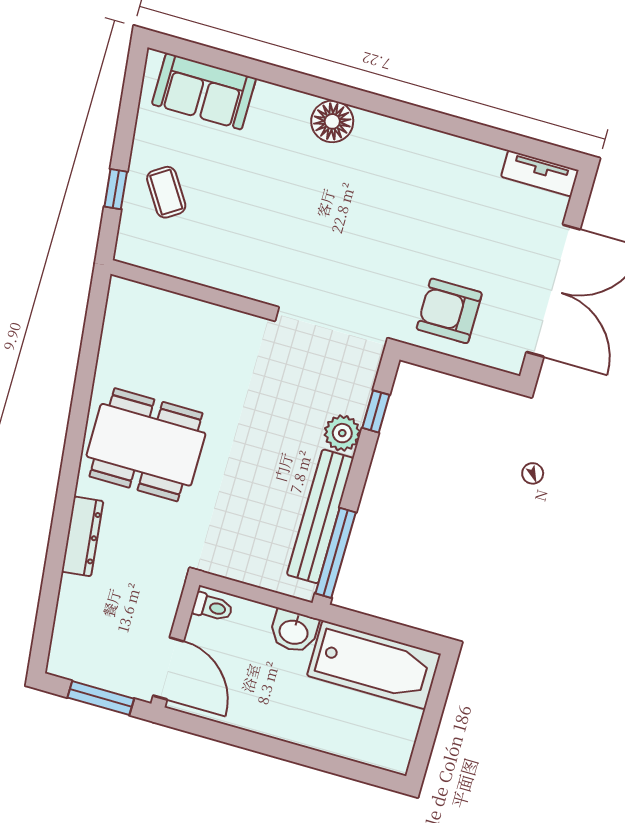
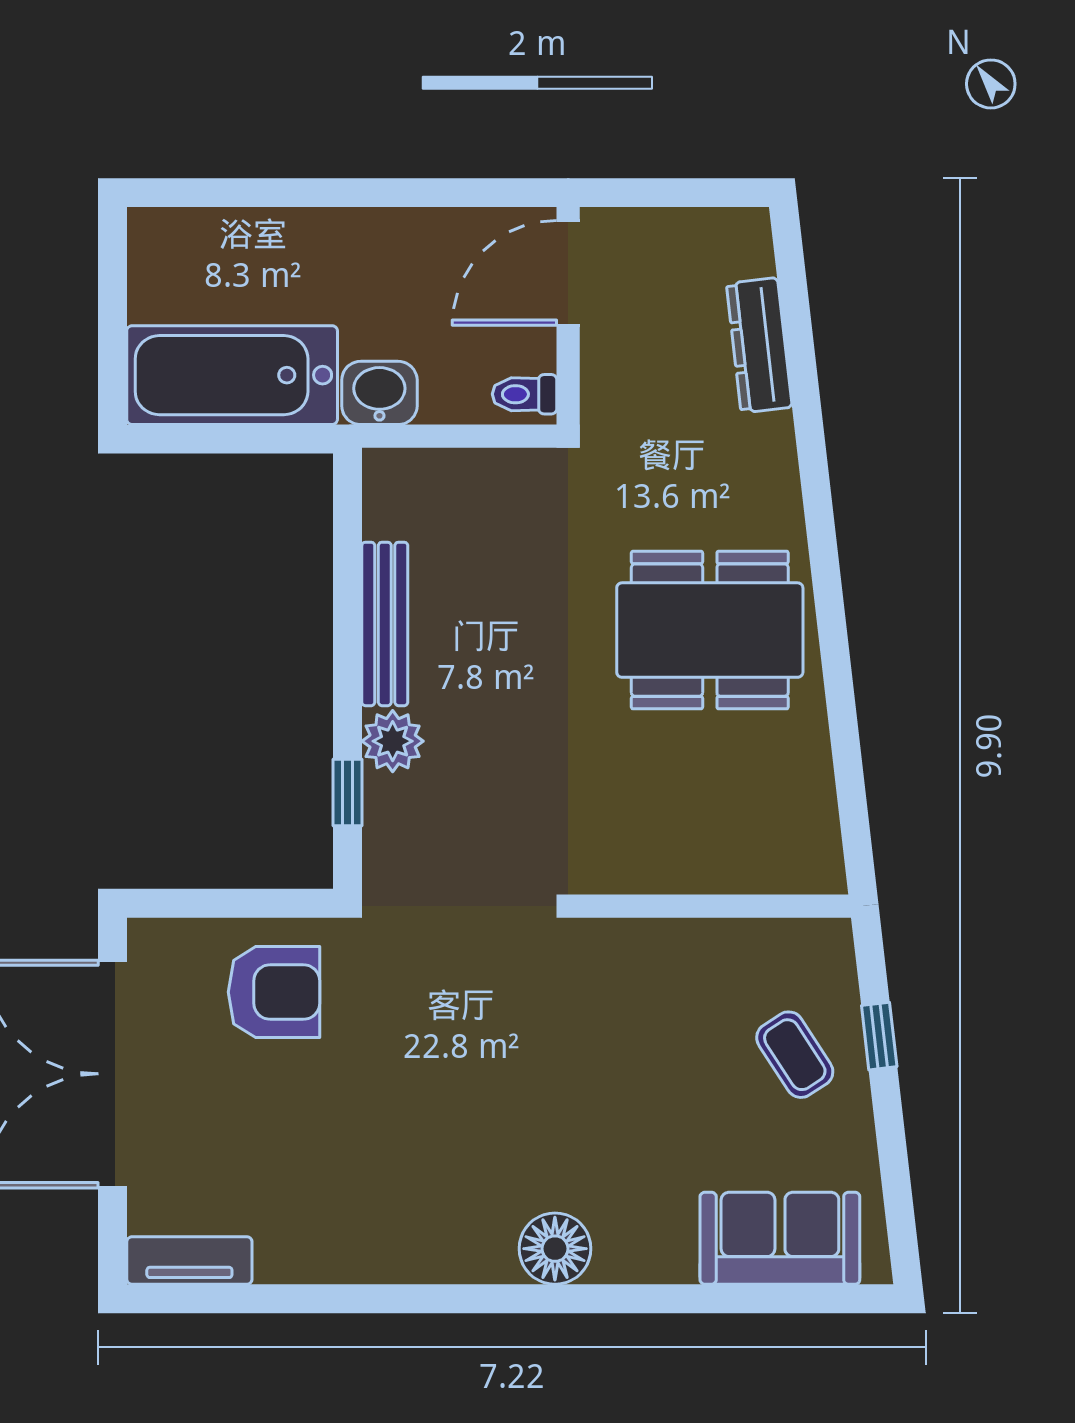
bench: (320, 516) -> (385, 624), width x0.73, depth x0.82
dresser: (82, 536) -> (759, 345), moved
window: (336, 553) -> (348, 541), removed
door: (168, 668) -> (568, 273), hinge flipped
window: (101, 698) -> (666, 193), removed

